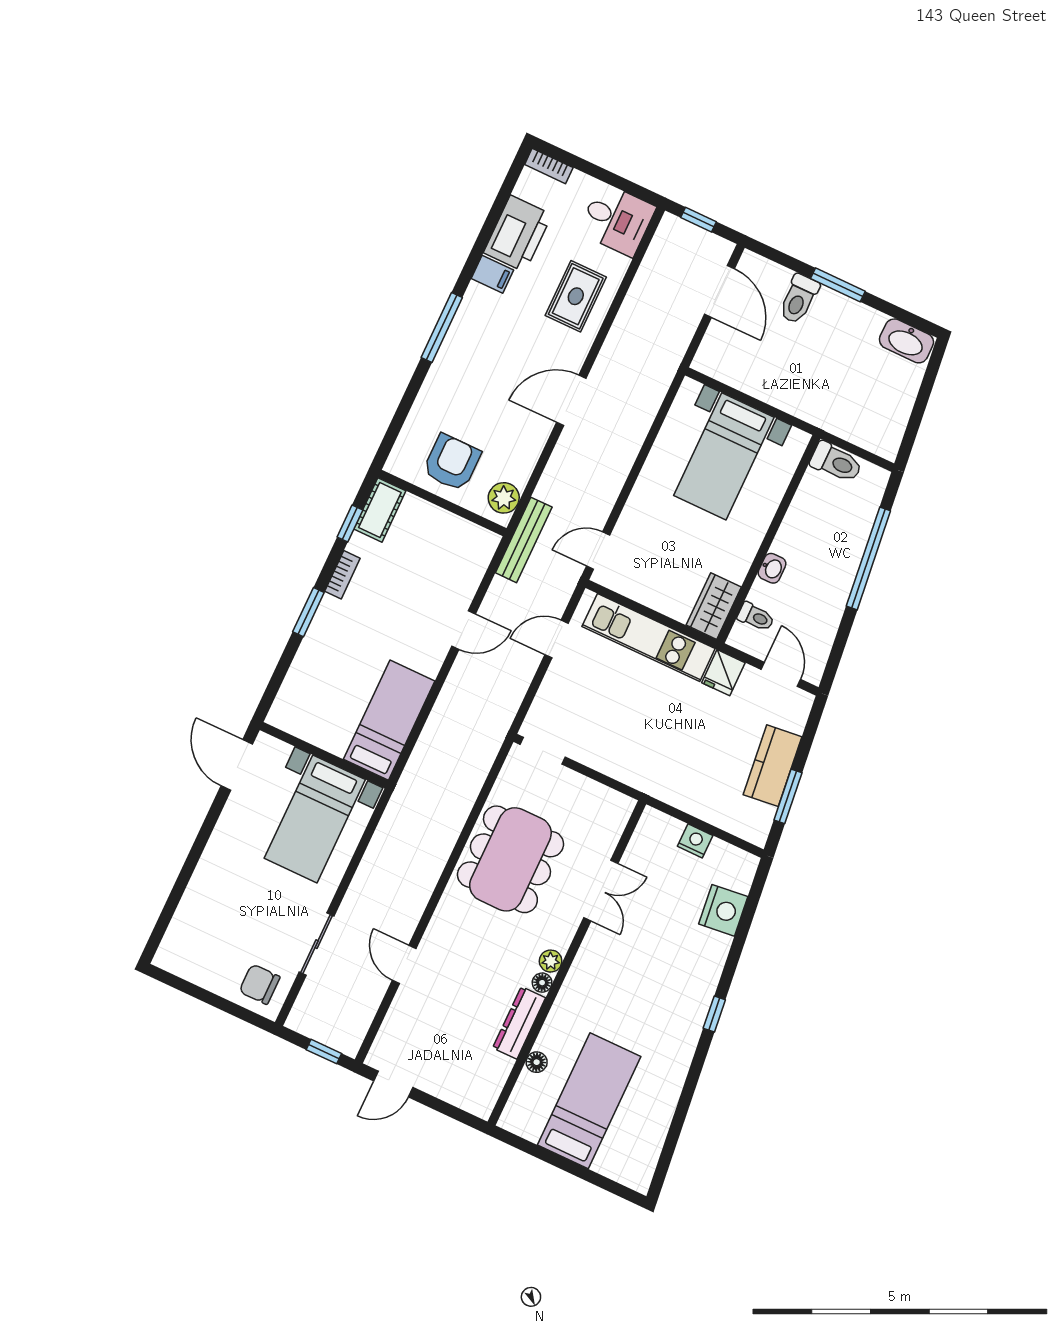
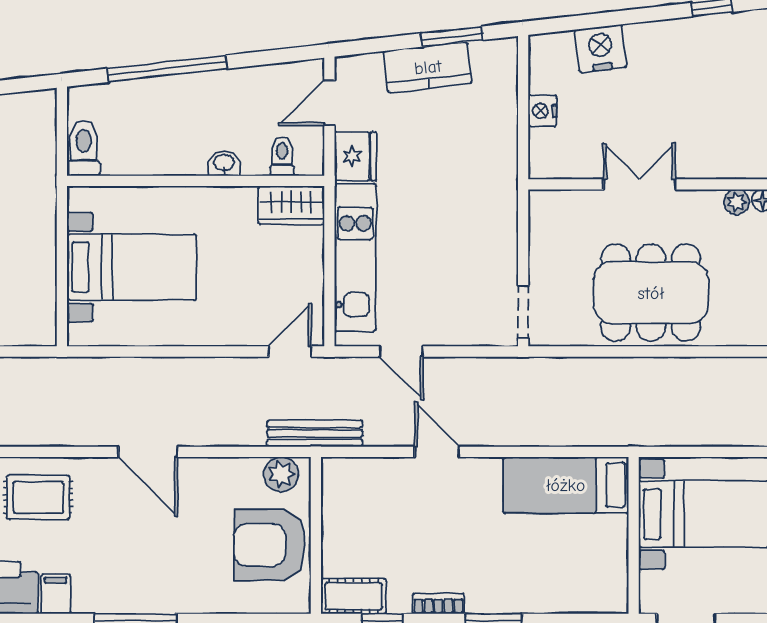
armchair: (452, 463) -> (270, 545), width x1.36, depth x1.36
door: (598, 551) -> (290, 351), swing flipped
fridge: (723, 673) -> (355, 156), width x1.38

